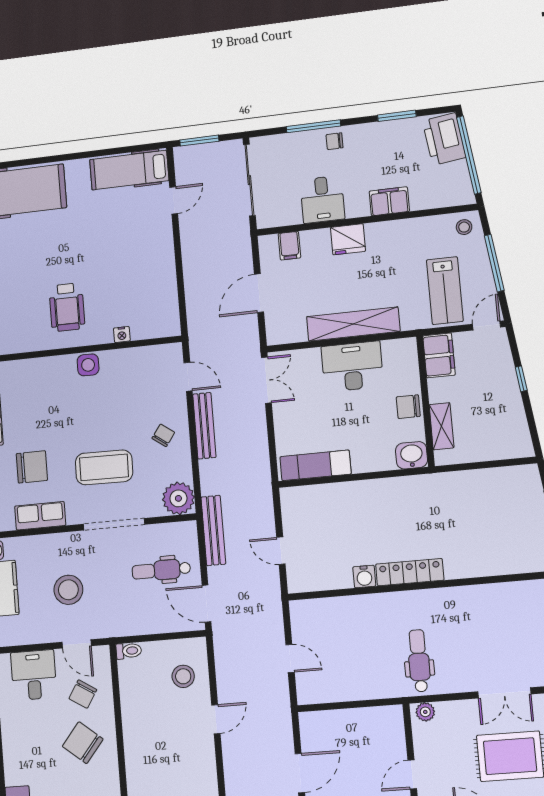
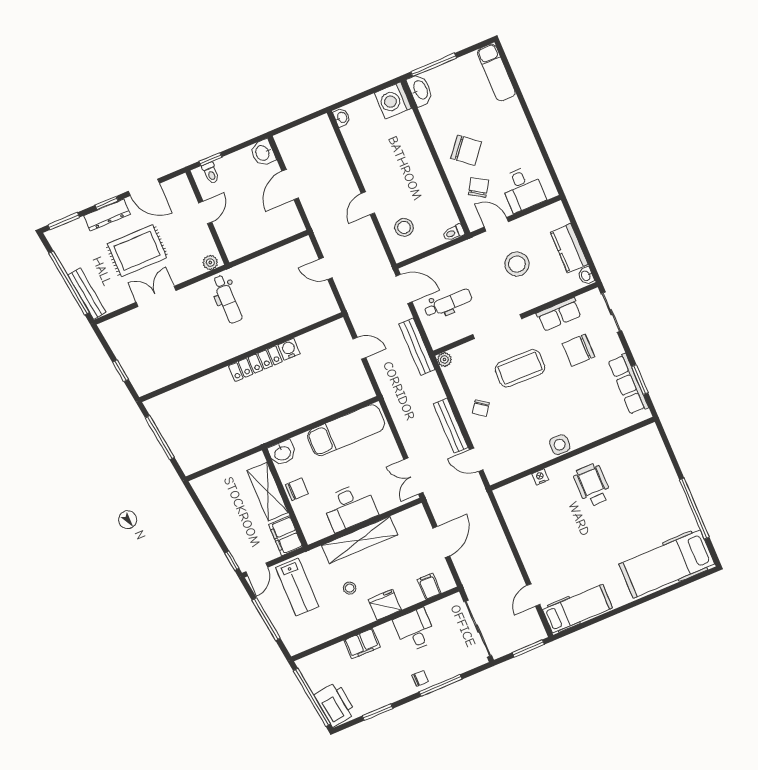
stool: (464, 227) -> (350, 588), moved
lab bench: (445, 291) -> (297, 587), turned 180
window: (521, 379) -> (232, 561), moved
shelving: (442, 426) -> (268, 492), width x1.50, depth x1.33
exam couch: (315, 465) -> (346, 430), width x1.36, depth x1.45
plant: (178, 498) -> (444, 360), width x0.53, depth x0.53

